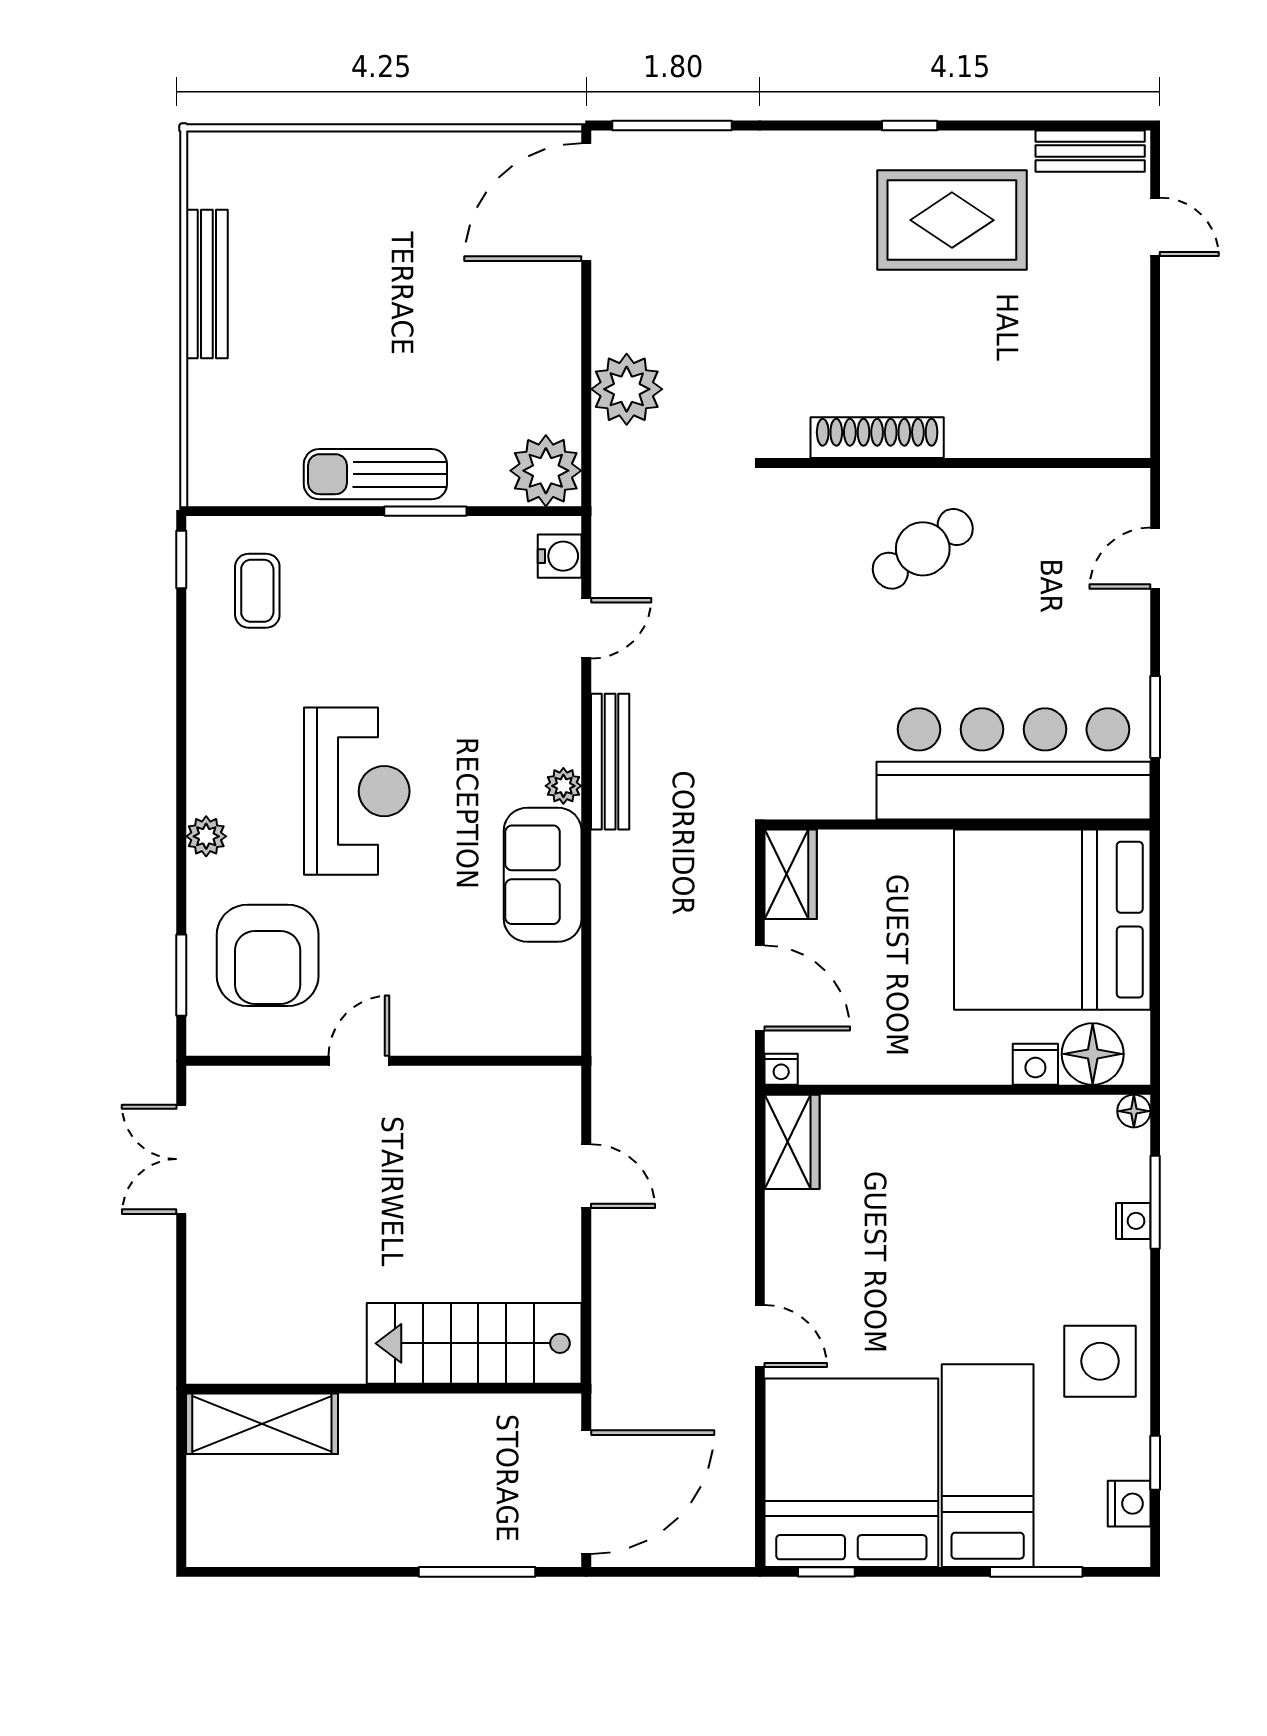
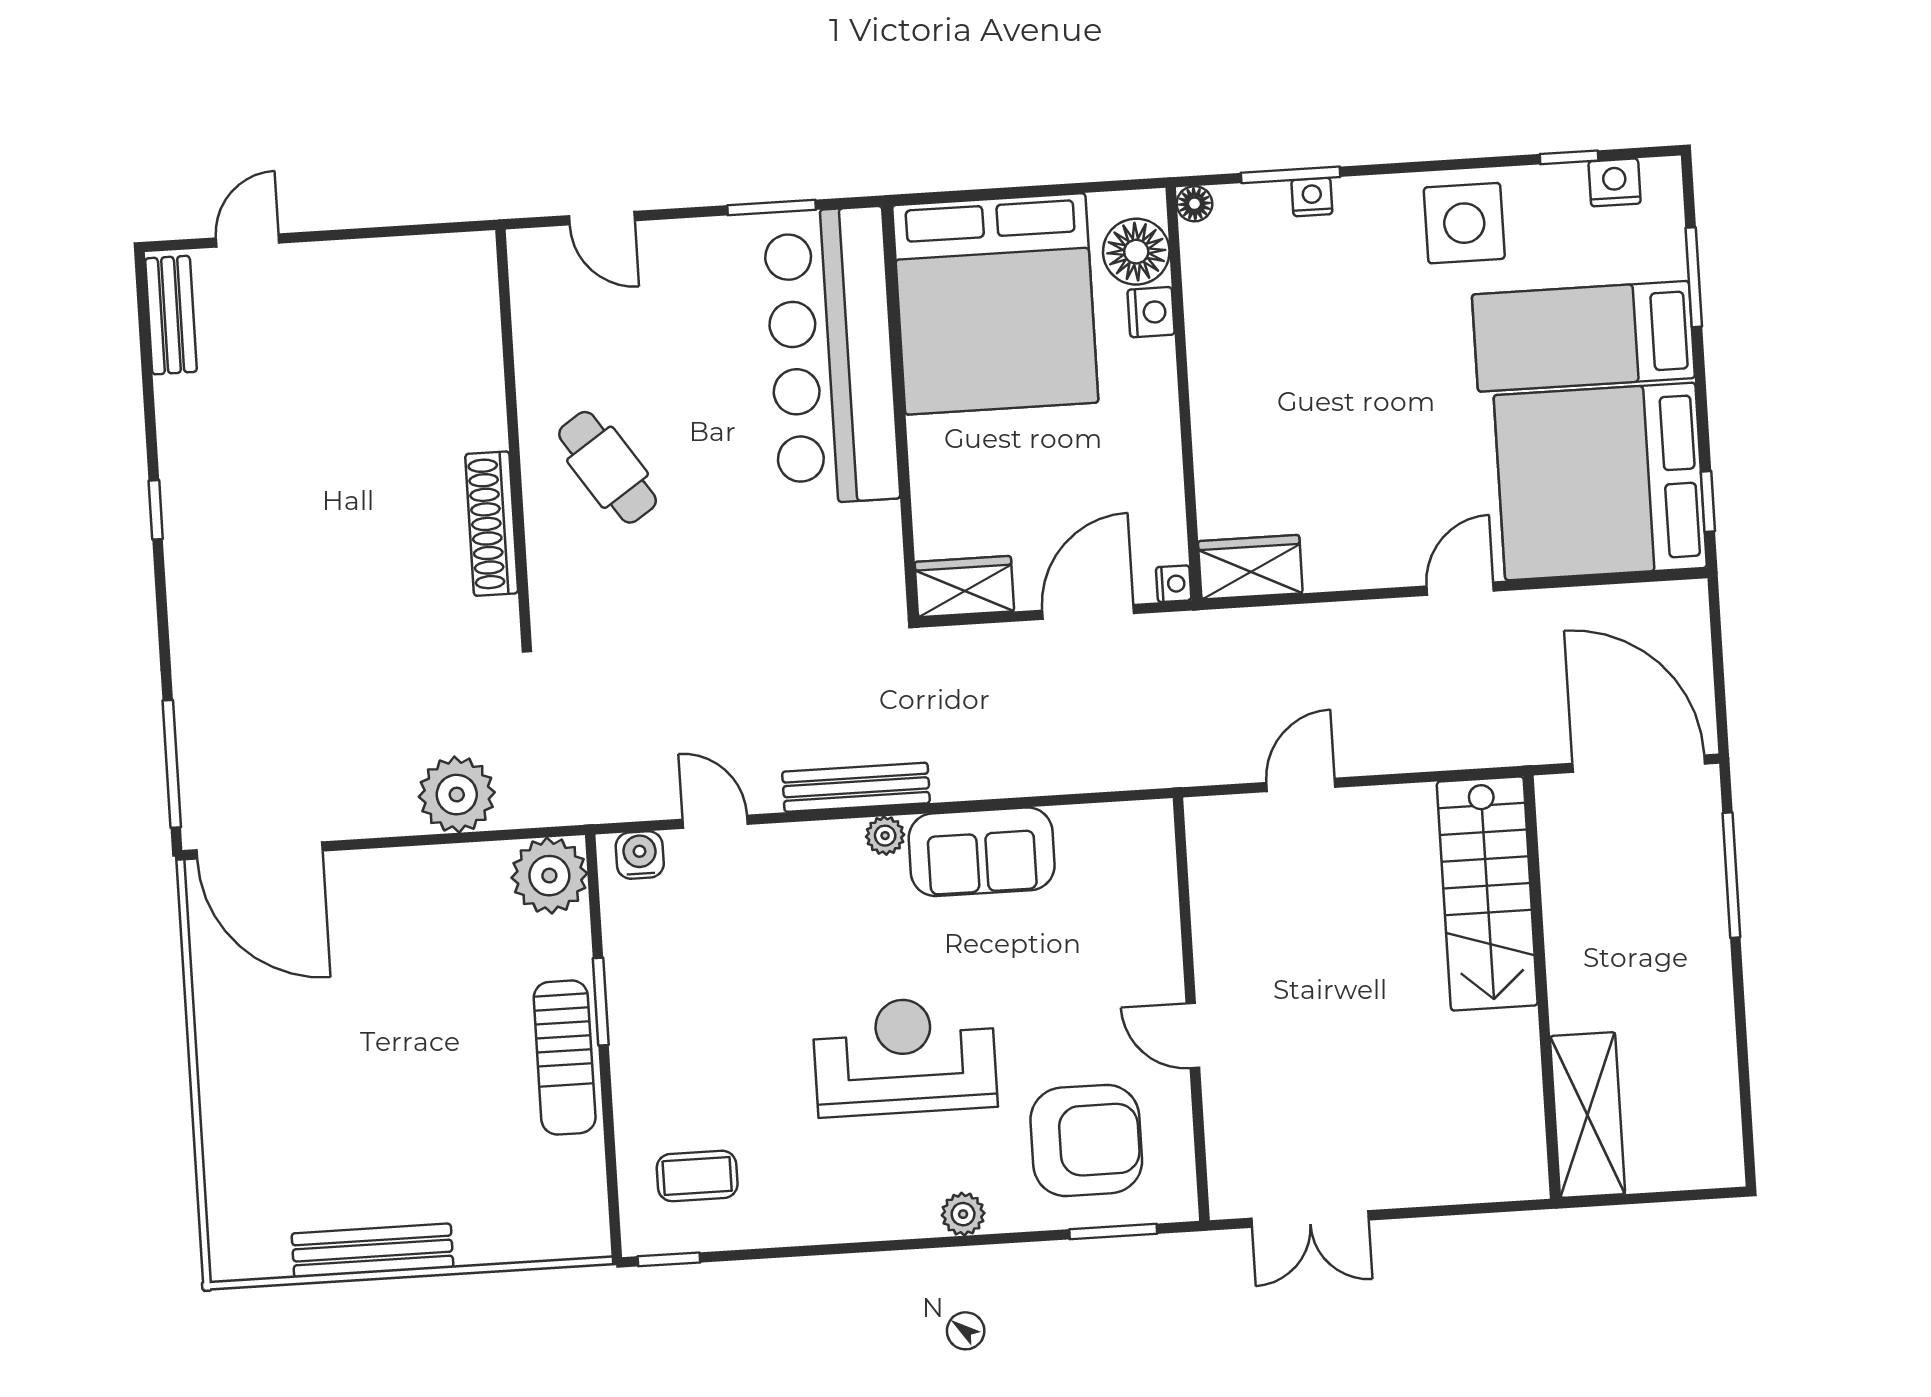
rug: (952, 220) -> (254, 458), removed

